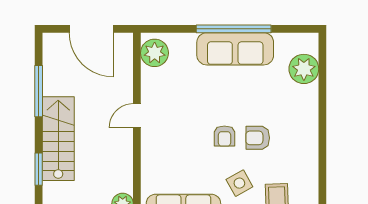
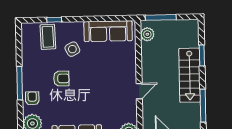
window: (322, 132) -> (20, 83), added
armchair: (224, 136) -> (32, 98), moved

